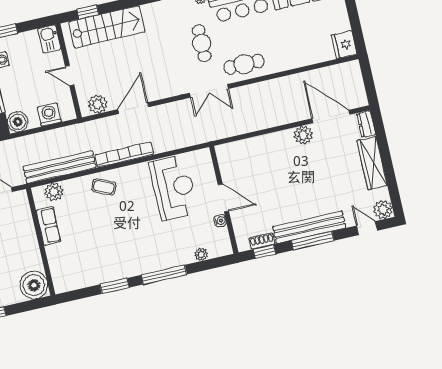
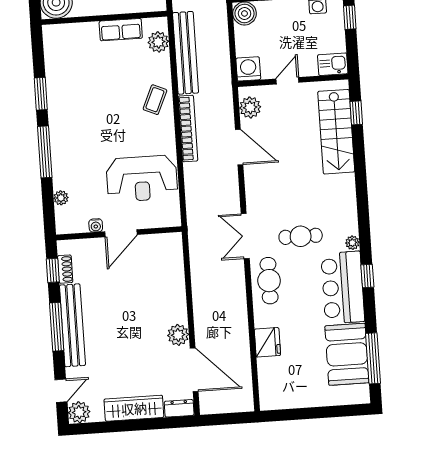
fridge: (344, 45) -> (267, 342), moved, turned 90
washing machine: (49, 115) -> (248, 69), moved, turned -90
door: (331, 117) -> (194, 370), hinge flipped

